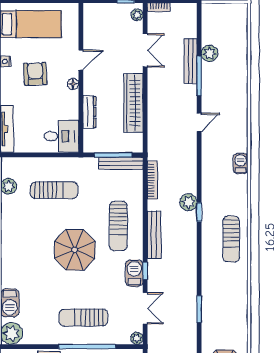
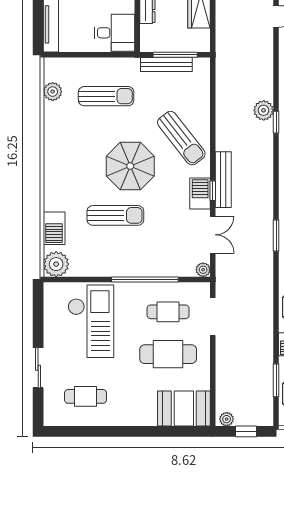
bench: (121, 163) -> (166, 65), moved
bookcase: (152, 180) -> (221, 84), removed
sun lounger: (118, 226) -> (181, 138), turned -38
bench: (154, 235) -> (223, 180), moved
sun lounger: (83, 317) -> (115, 215), moved, turned 180

